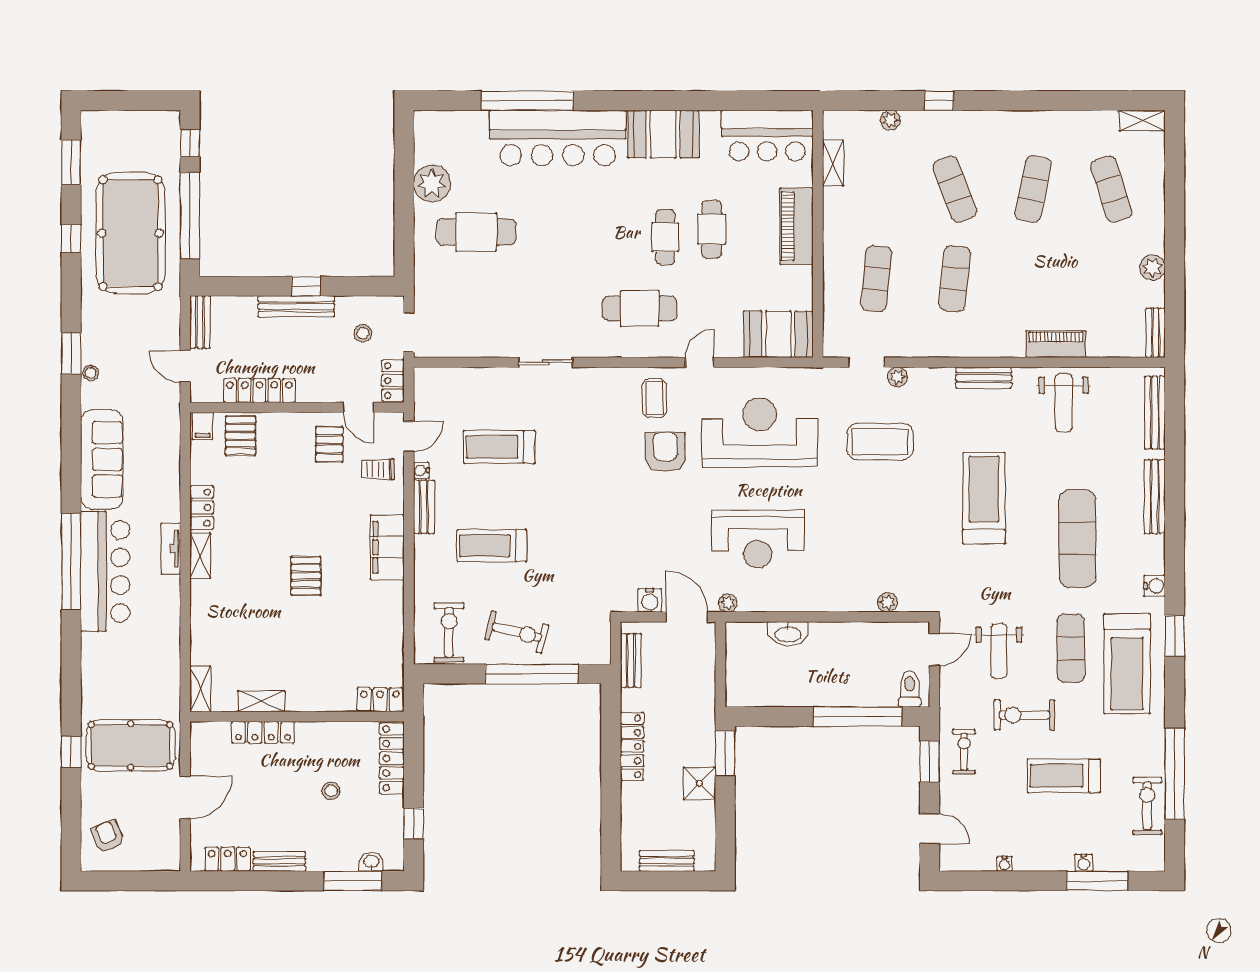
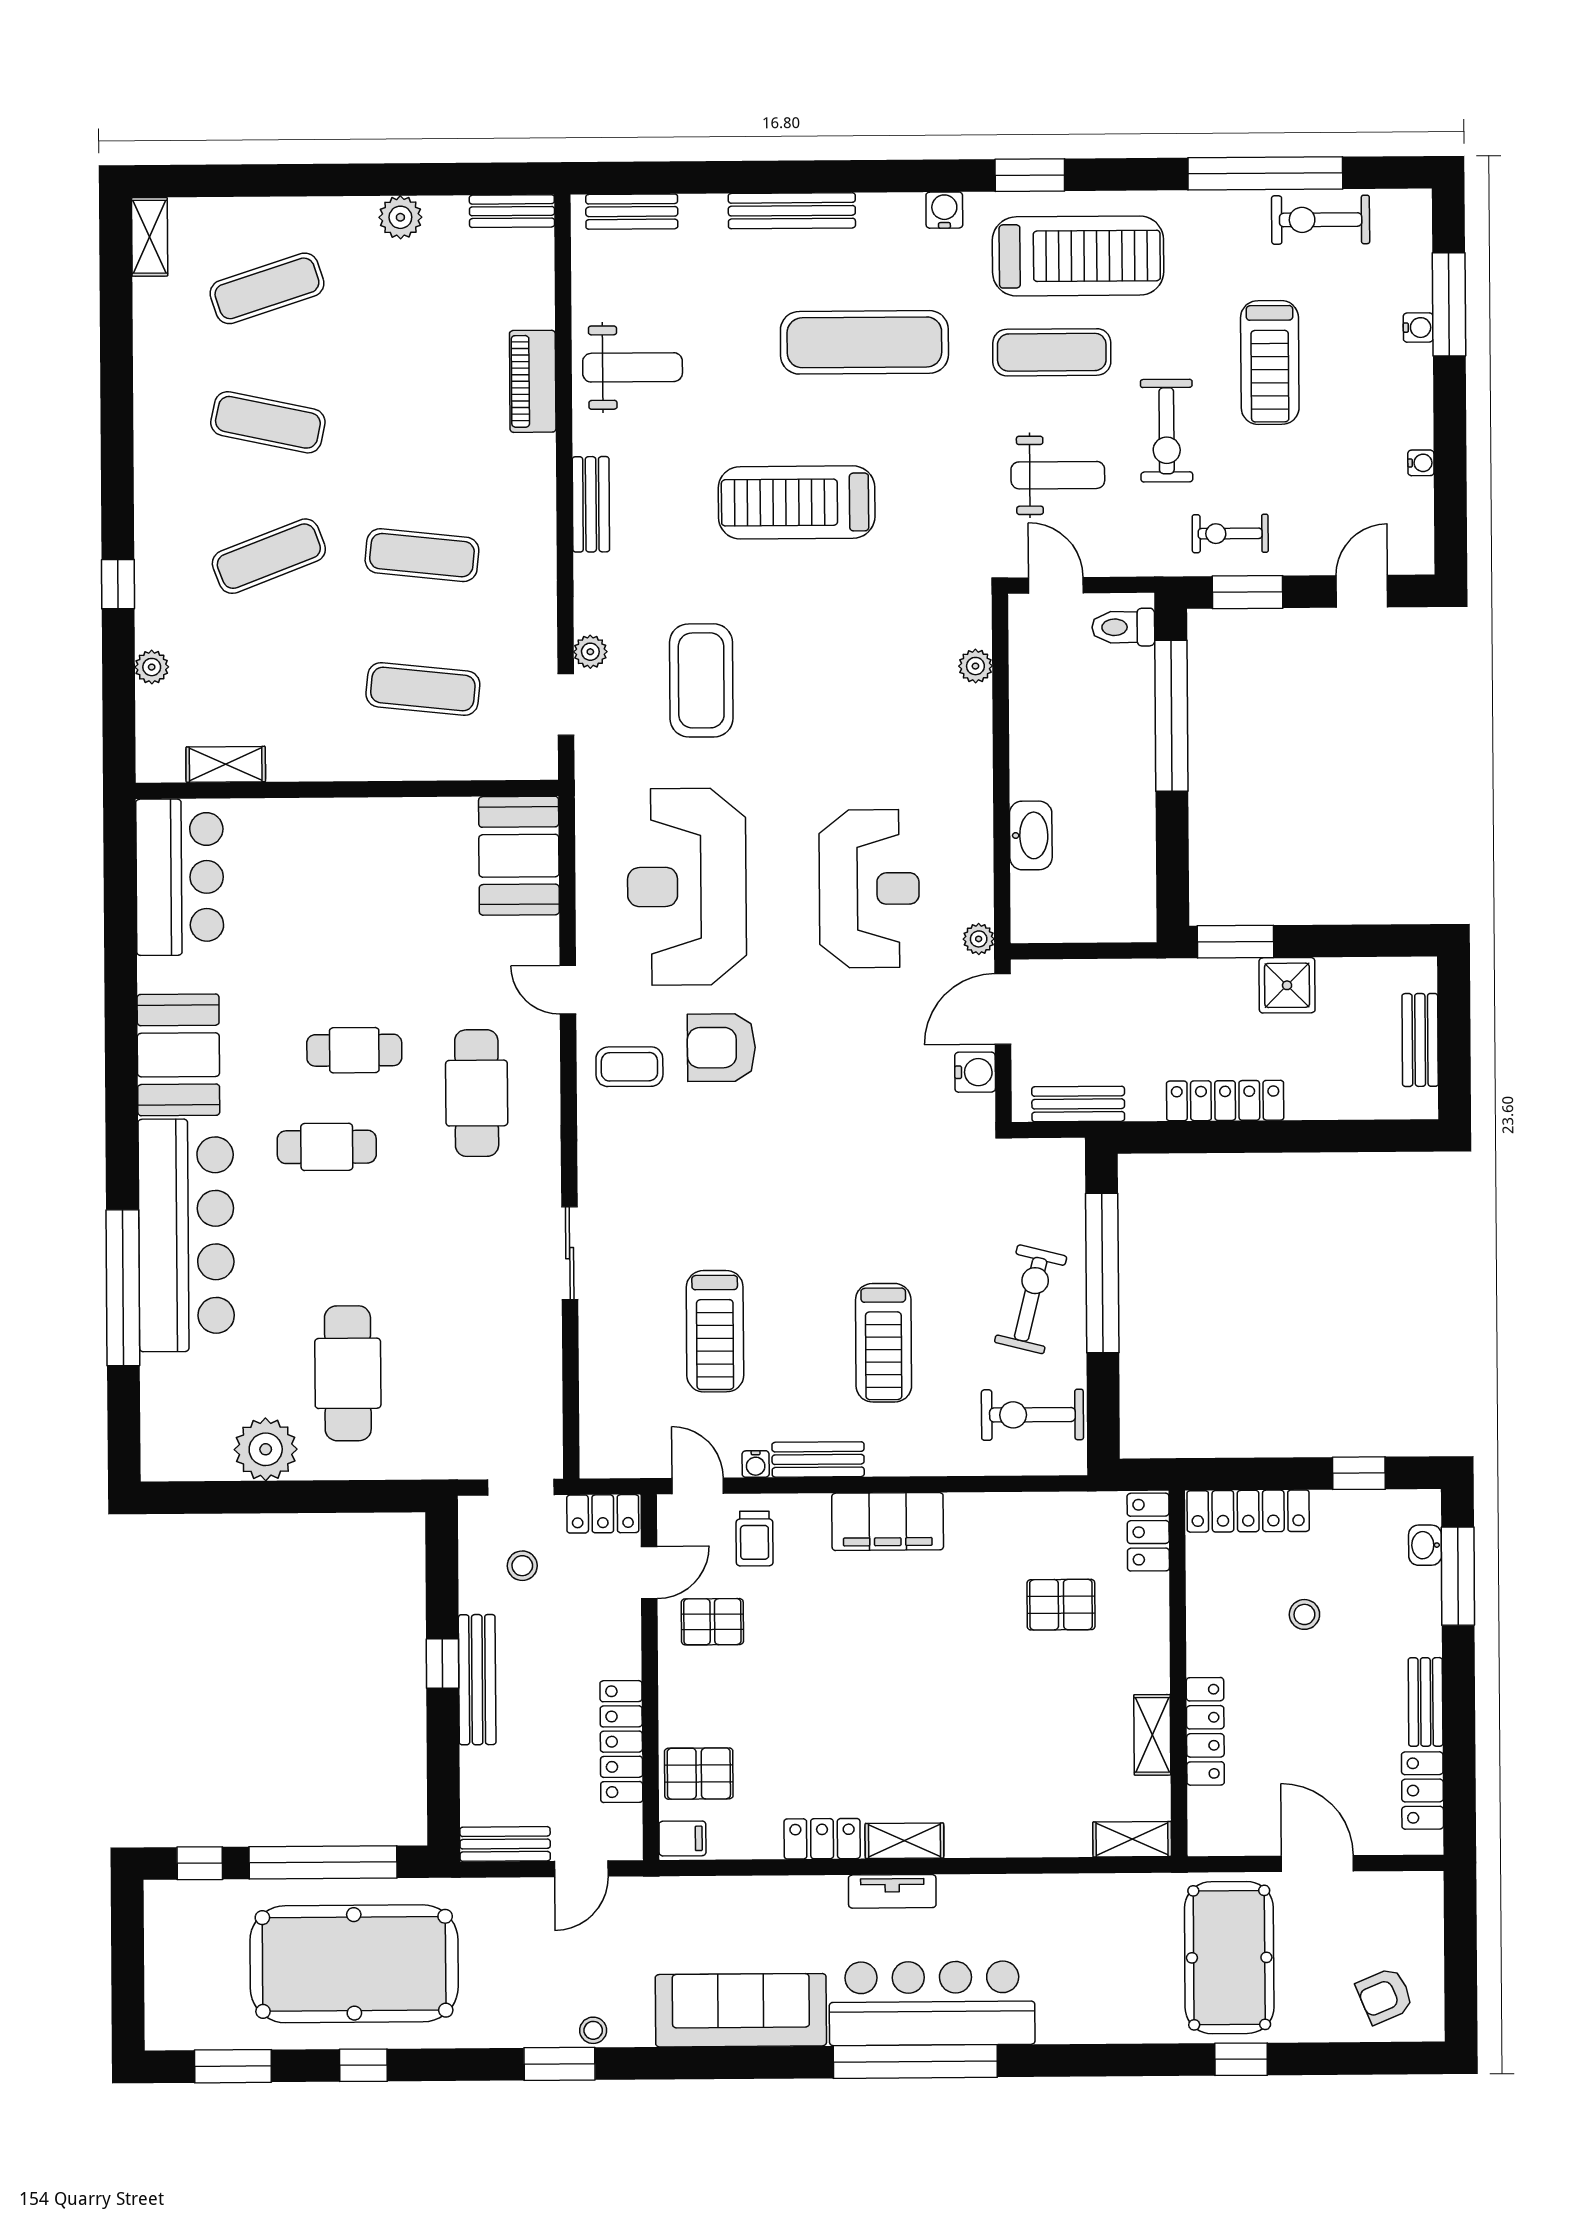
piano: (796, 226) -> (334, 826), removed
cafe table: (712, 229) -> (327, 1147), moved
bench: (1155, 413) -> (632, 212), width x0.73
pallet: (306, 576) -> (1061, 1605), moved

